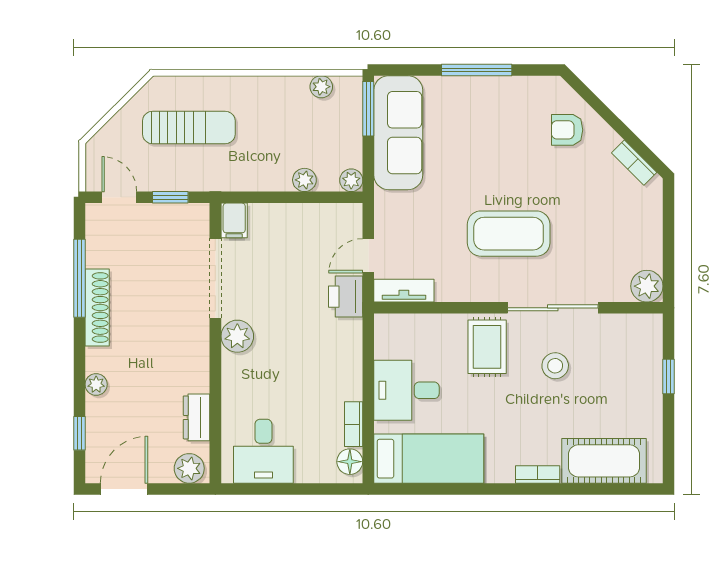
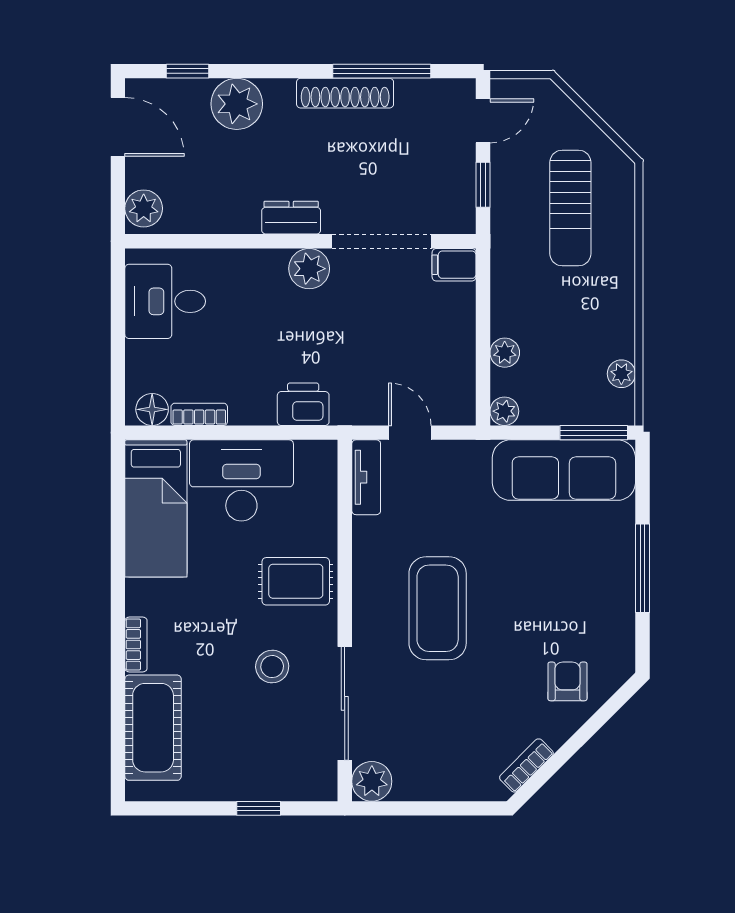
printer: (346, 297) -> (303, 404), moved
sliding door: (553, 308) -> (345, 703), moved
plant: (96, 384) -> (237, 104), width x1.88, depth x1.88
desk: (407, 390) -> (241, 480), width x1.37
dresser: (197, 417) -> (291, 218), moved

